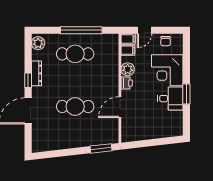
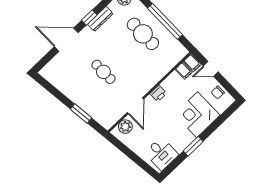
plant: (128, 69) -> (125, 127), moved
desk: (170, 99) -> (161, 154), moved
cafe table: (75, 107) -> (103, 72), width x0.73, depth x0.74
door: (120, 107) -> (135, 106), swing flipped
window: (101, 148) -> (81, 113), moved

